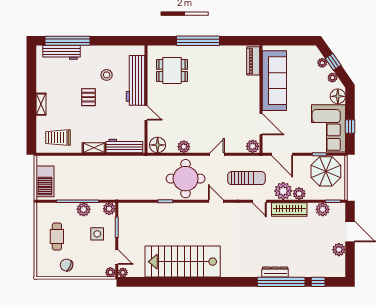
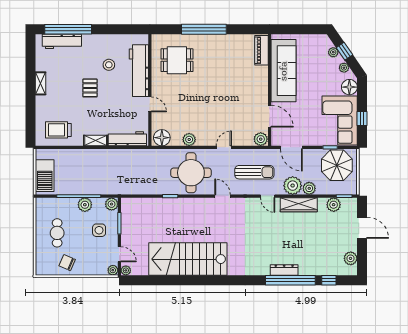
shelving: (41, 104) -> (41, 83), moved
plant: (339, 250) -> (351, 258), moved

